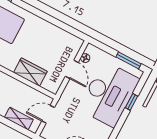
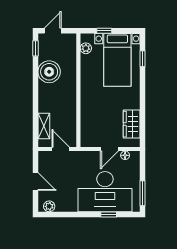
wardrobe: (30, 72) -> (132, 124), moved, turned 180

